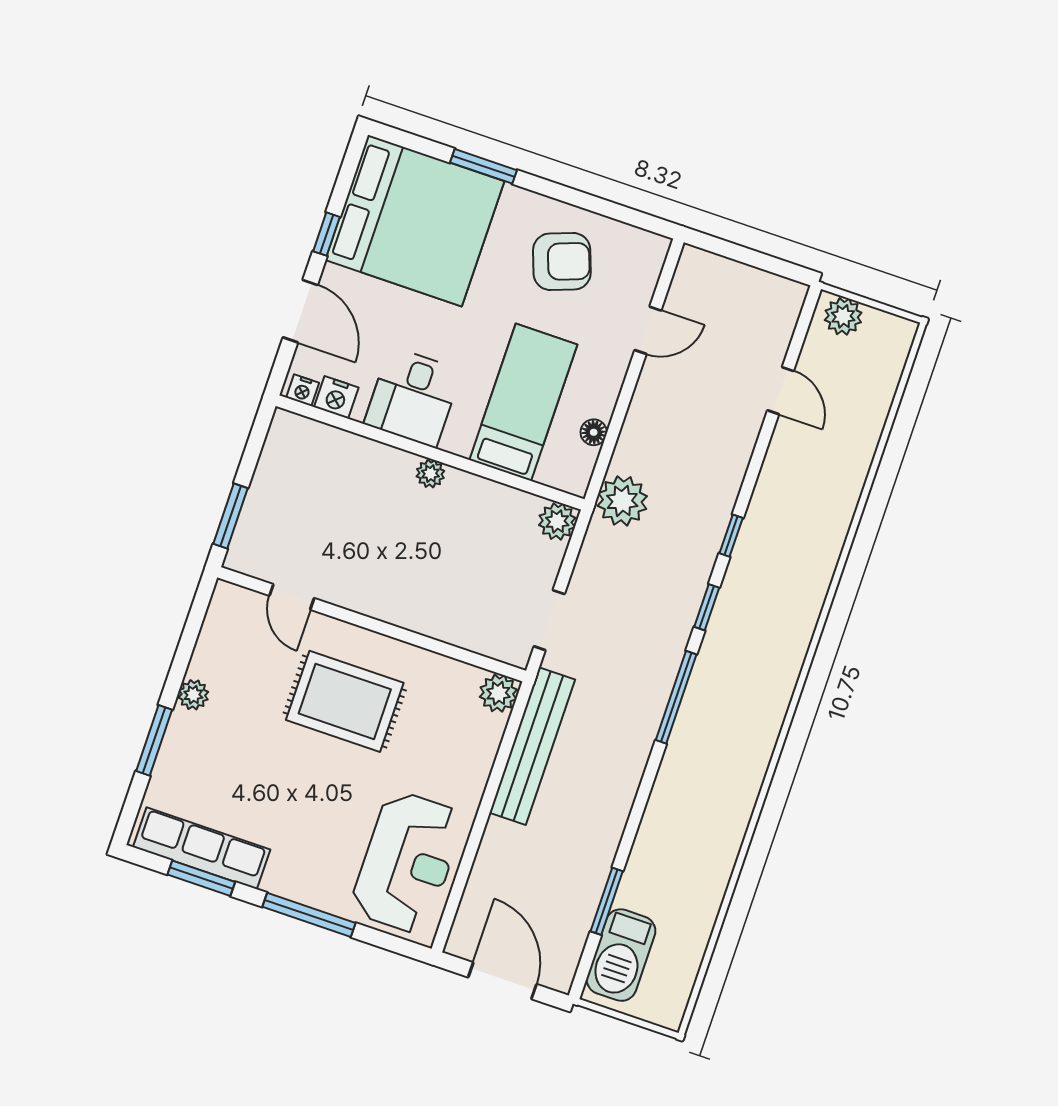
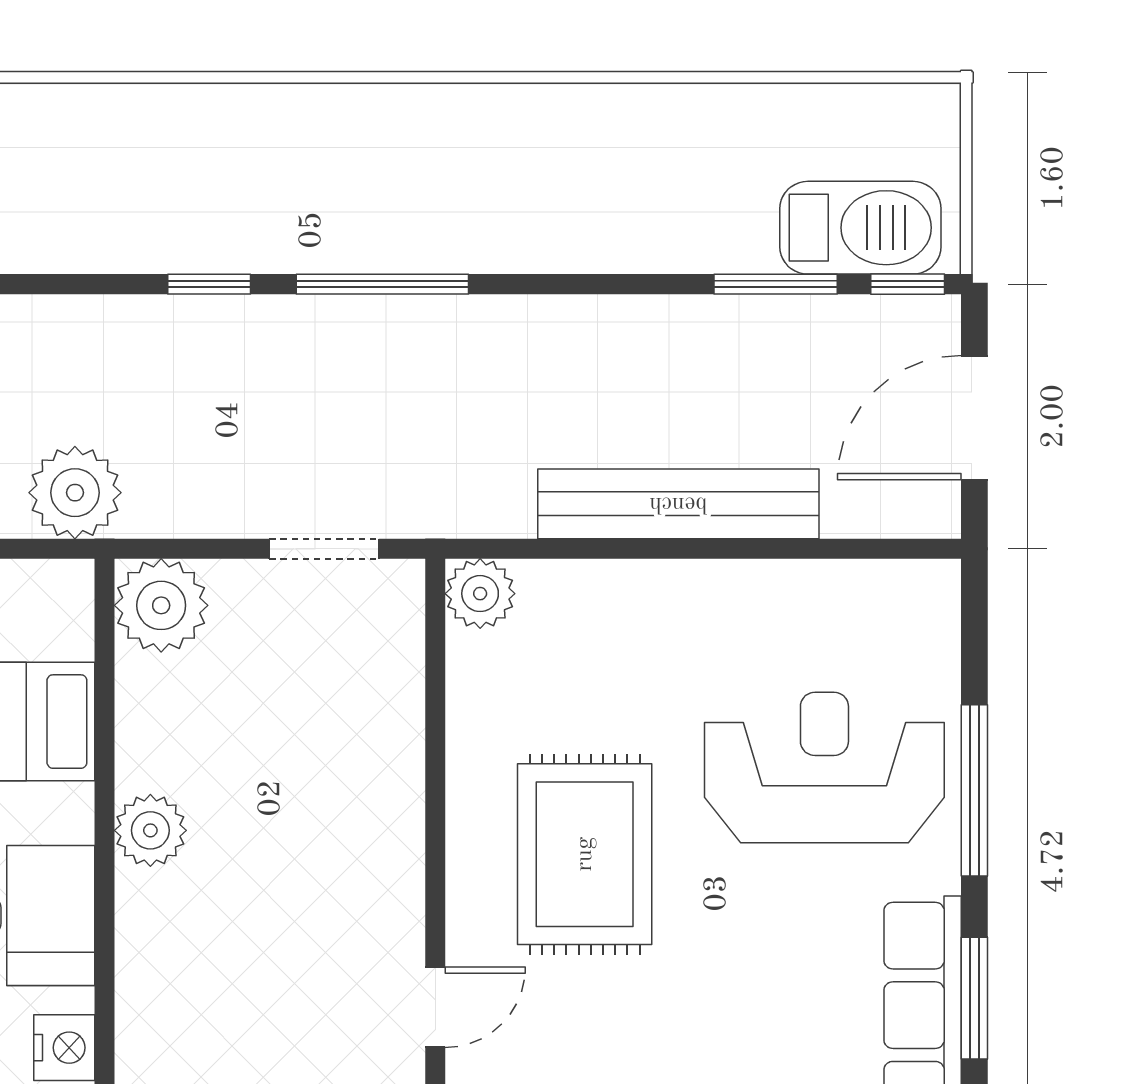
plant: (430, 474) -> (150, 830), width x1.38, depth x1.38
plant: (557, 521) -> (161, 605), width x1.36, depth x1.36
window: (731, 536) -> (908, 284), moved
bench: (532, 746) -> (678, 504), moved
reception desk: (407, 862) -> (824, 768), moved

